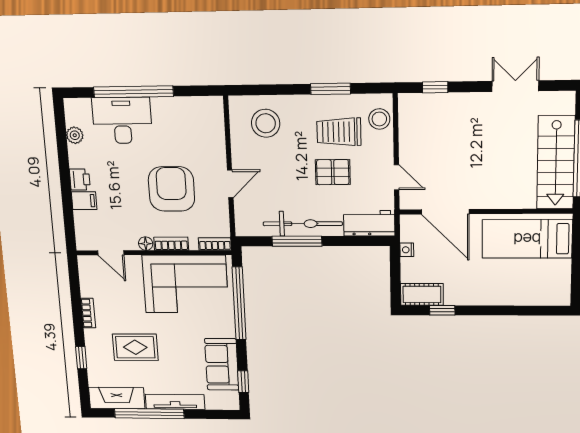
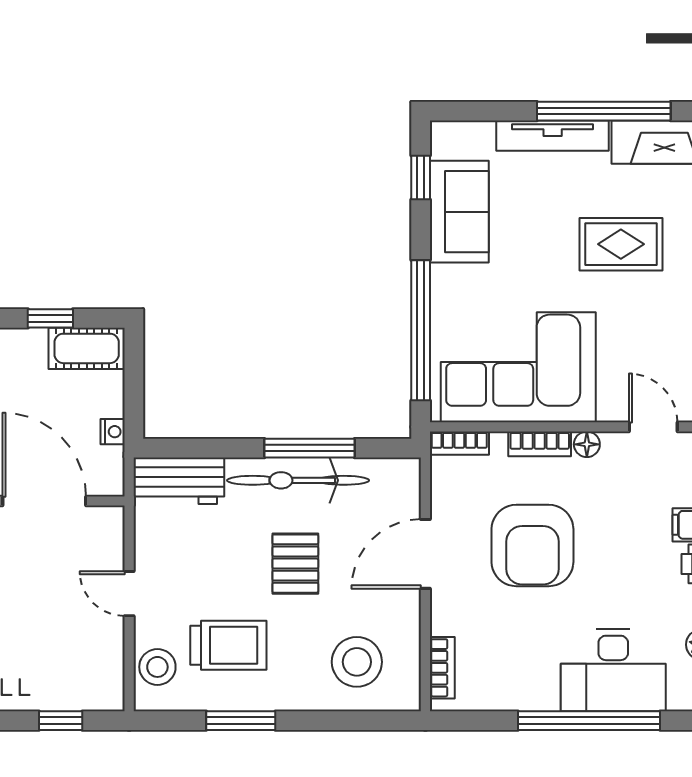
bookcase: (217, 121) -> (442, 668), added
pallet: (333, 172) -> (295, 564), moved, turned 90
door: (396, 177) -> (129, 594), moved
door: (230, 184) -> (425, 554), width x1.38

